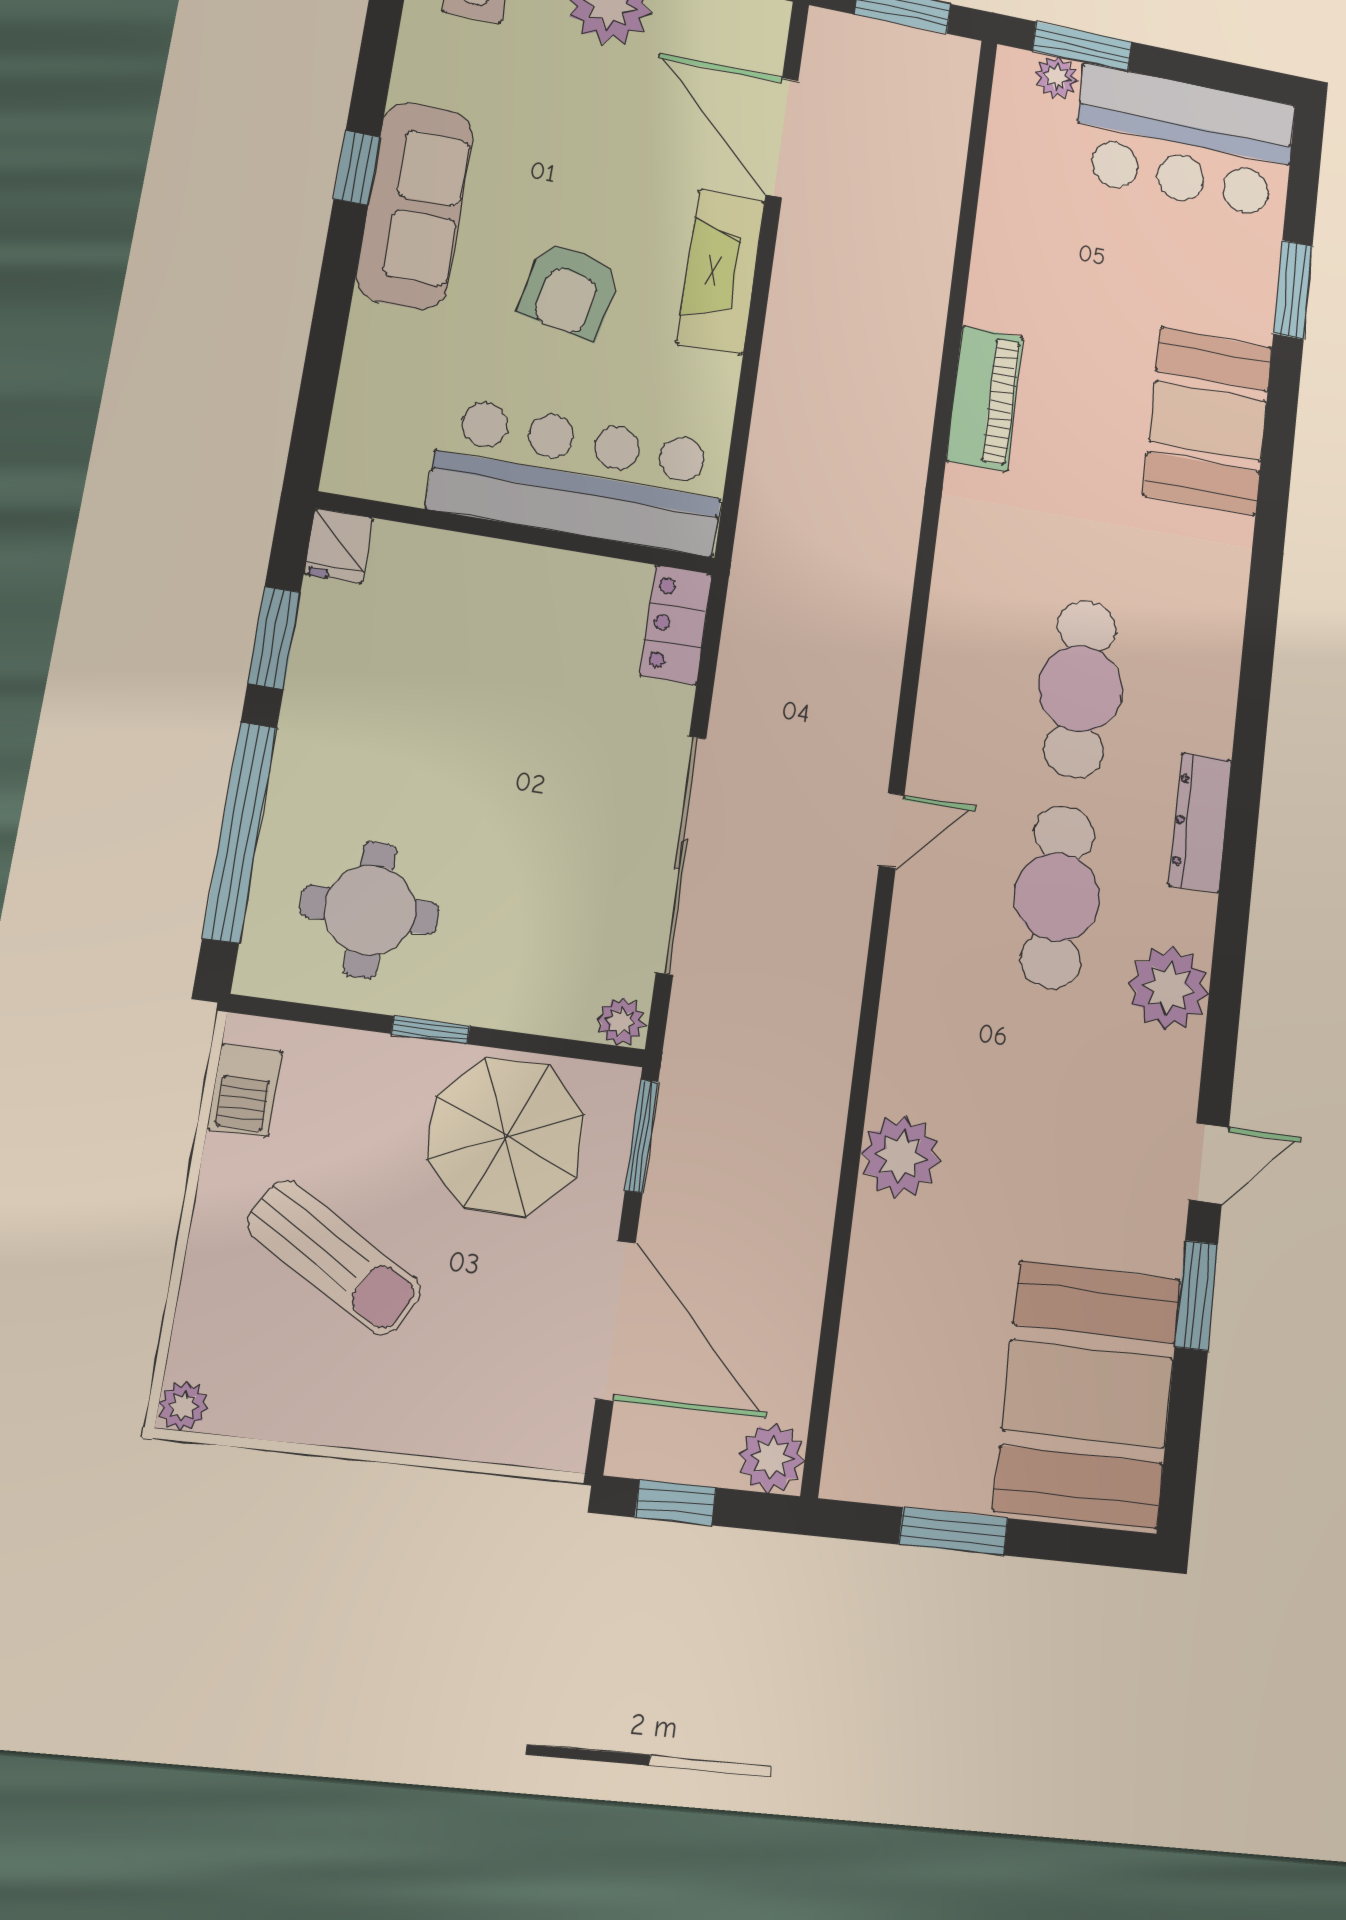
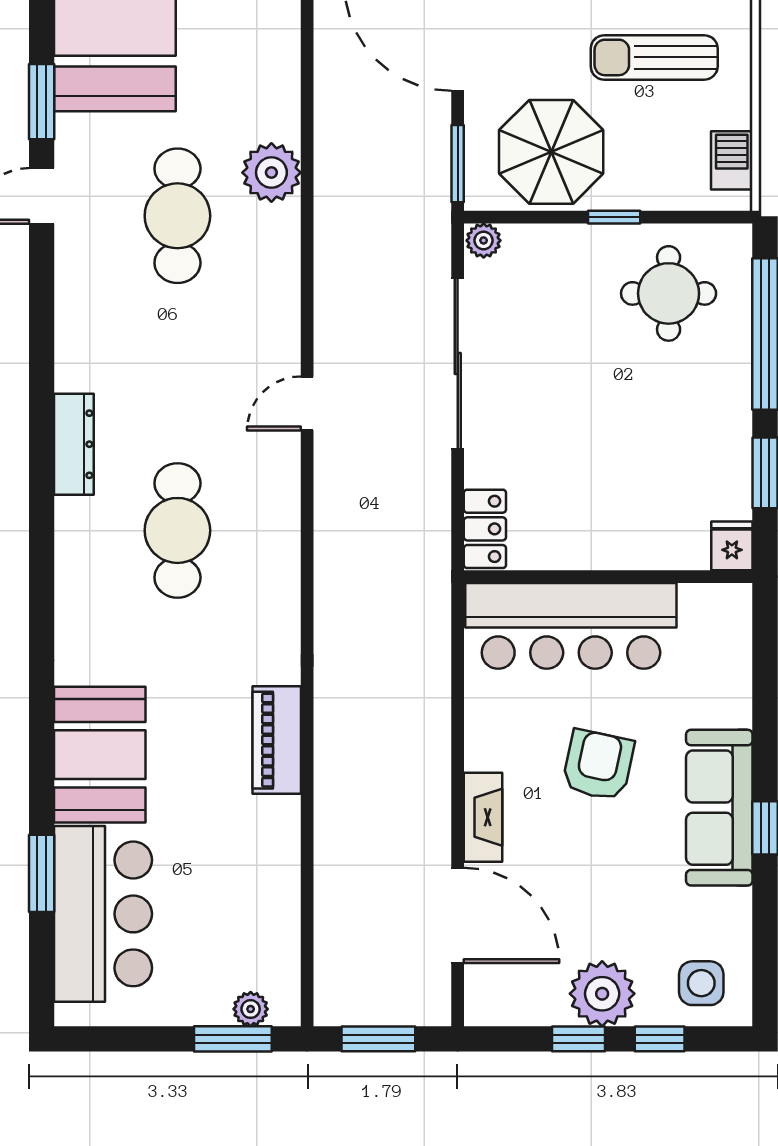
bar counter: (1184, 142) -> (103, 914), moved, turned 90
fireplace: (721, 272) -> (483, 817), width x0.73, depth x0.76
cafe table: (1057, 897) -> (177, 216), moved
plant: (1168, 988) -> (86, 318), removed
sun lounger: (334, 1257) -> (654, 57), turned -31

